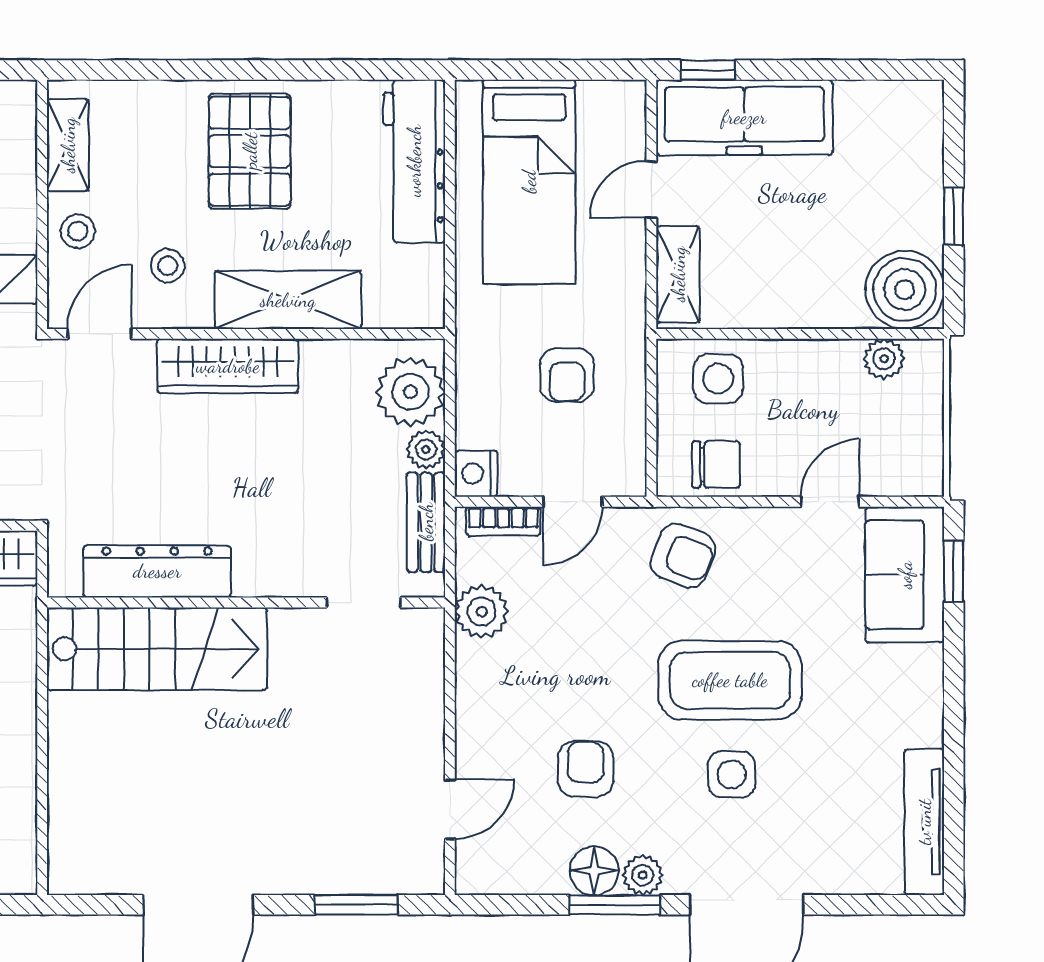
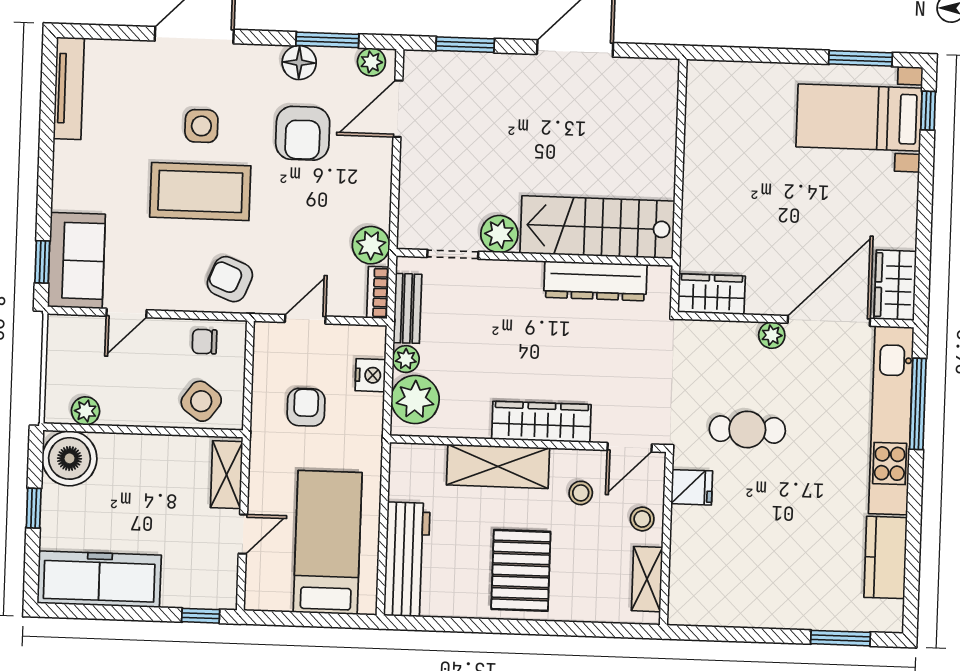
freezer: (744, 117) -> (99, 579), moved
side table: (718, 379) -> (201, 401), turned 36
chair: (716, 464) -> (205, 342), width x0.73, depth x0.73
nightstand: (476, 474) -> (370, 375), moved
bookcase: (503, 521) -> (378, 293), moved, turned -90
plant: (298, 634) -> (499, 234), added
armchair: (586, 769) -> (303, 133), width x1.38, depth x1.38
door: (450, 809) -> (398, 109), width x1.38
plant: (643, 875) -> (371, 62), moved
window: (615, 905) -> (327, 40), moved

